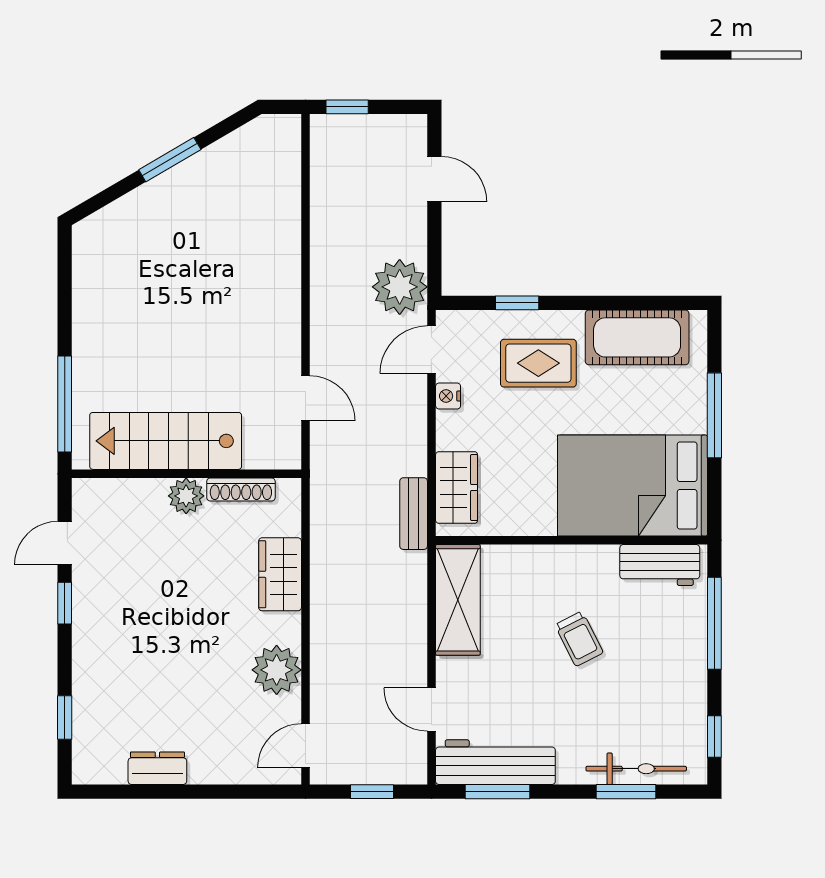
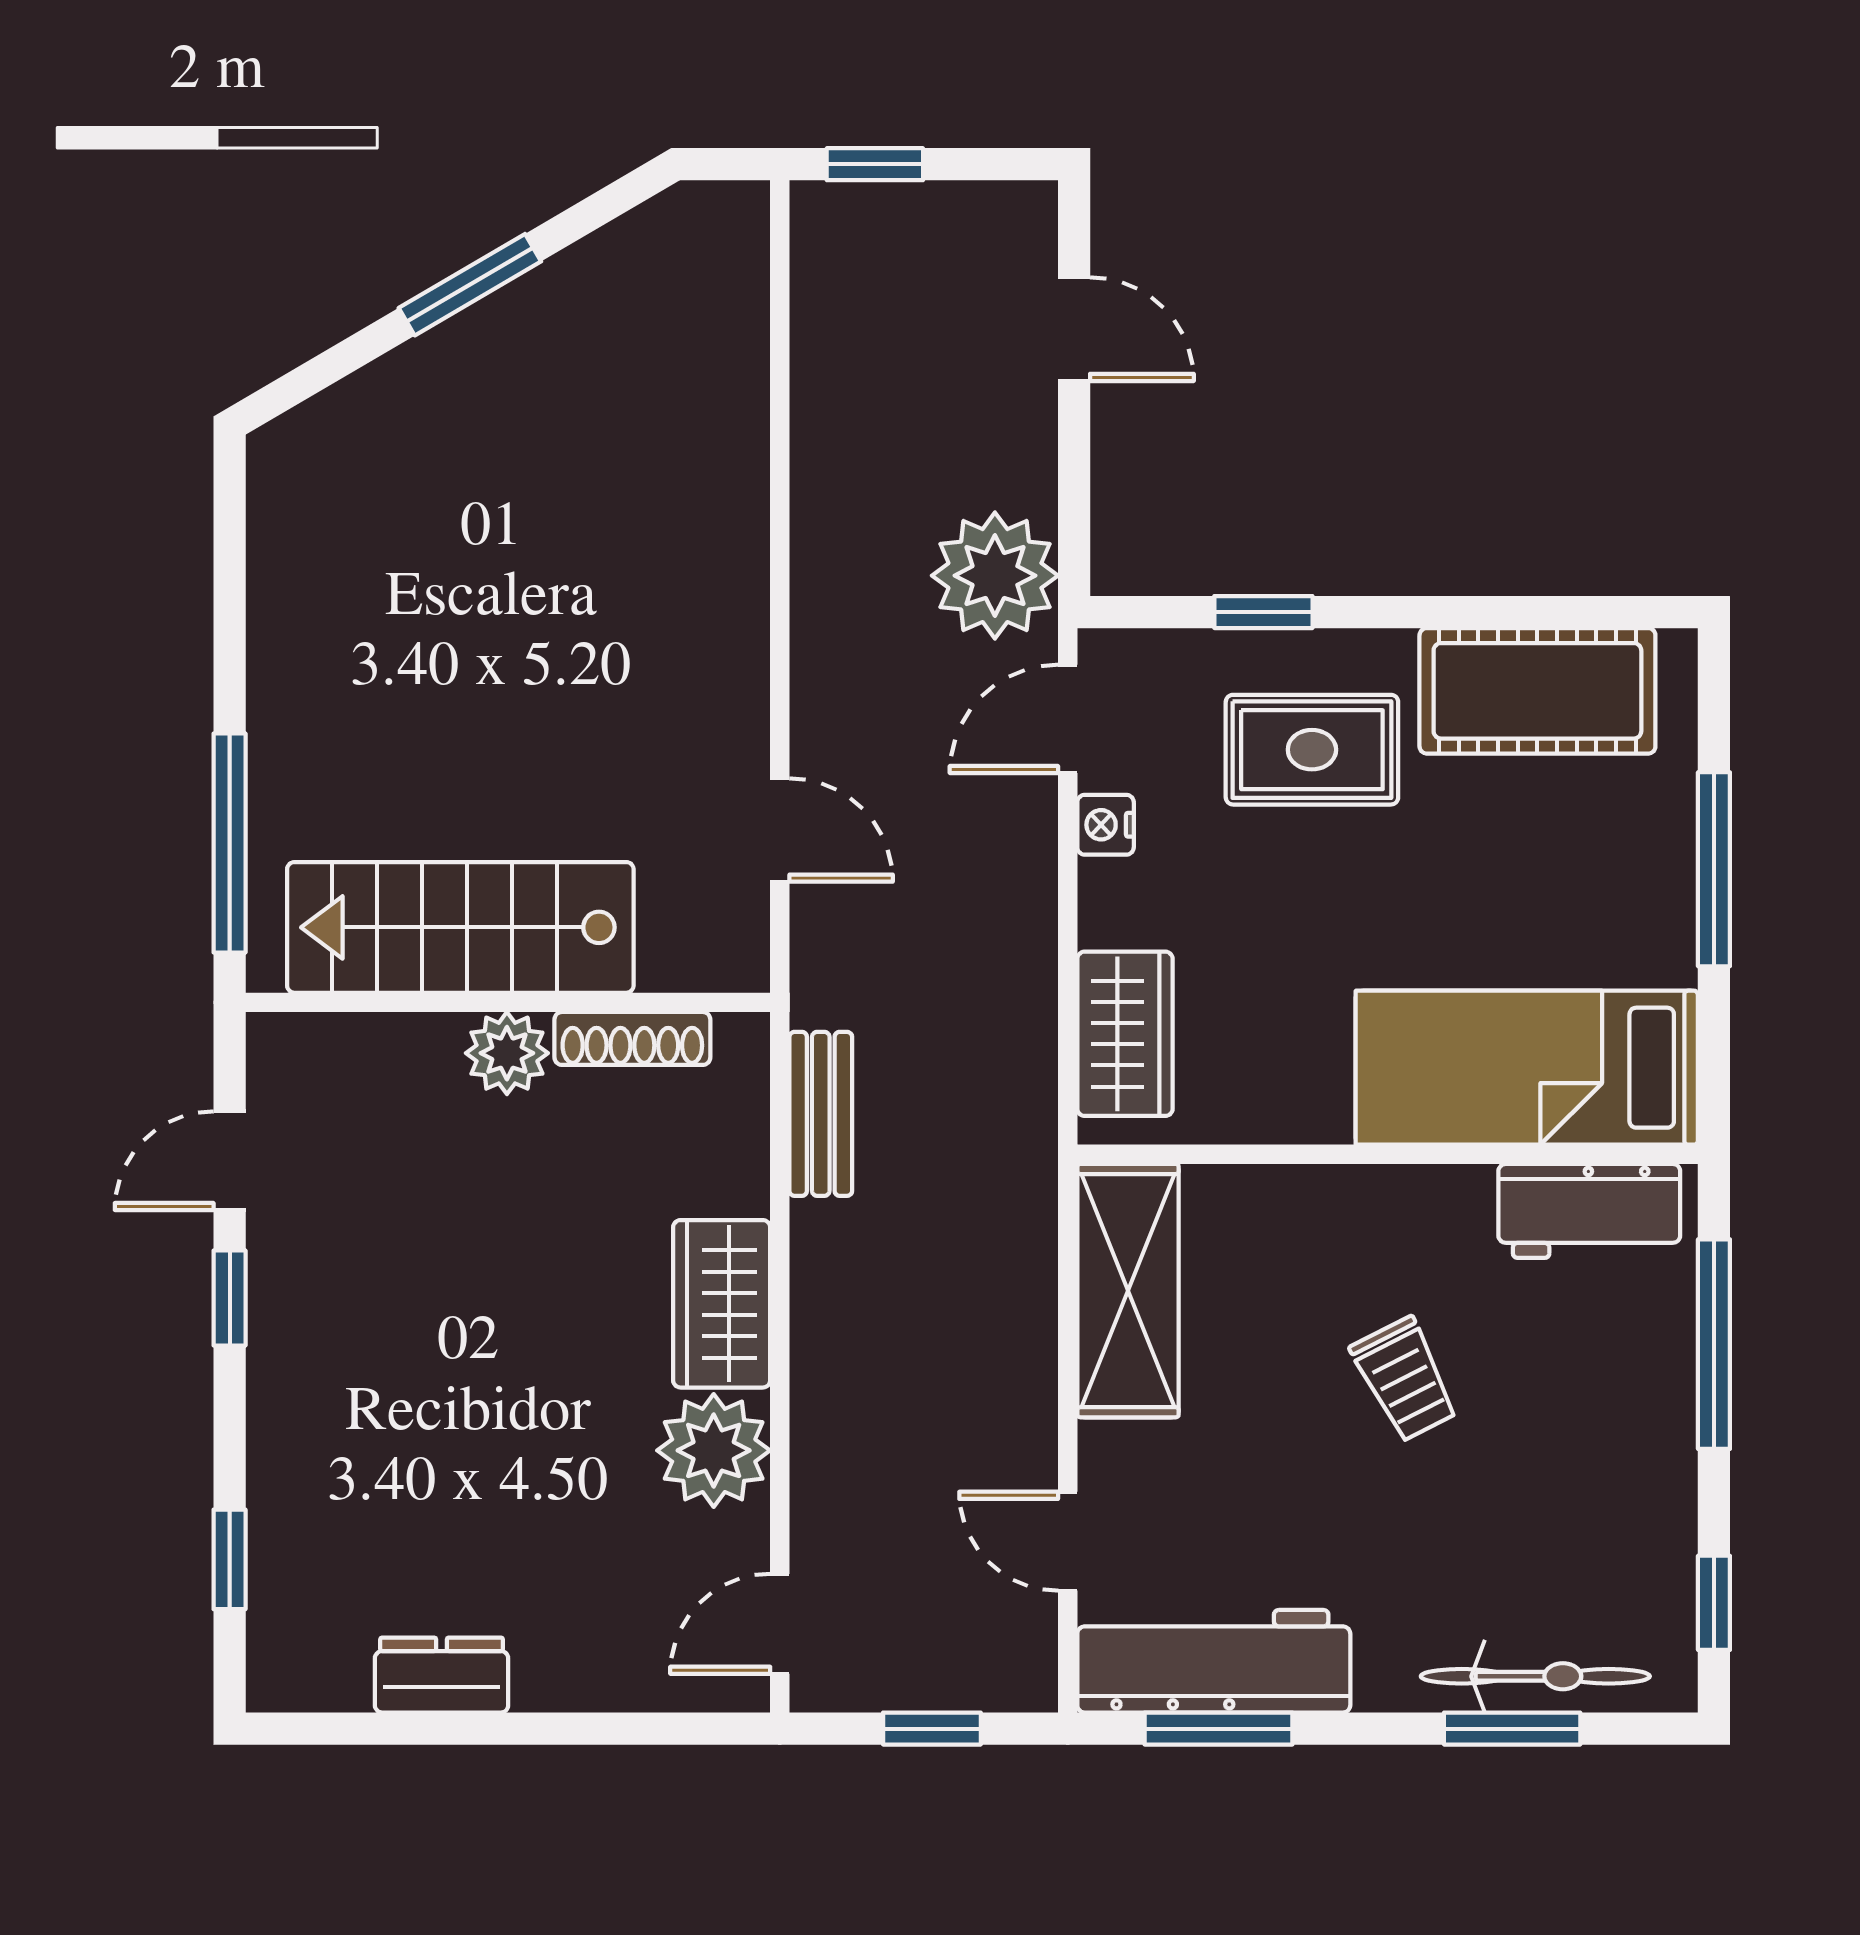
bed: (632, 485) -> (1527, 1068), width x0.67
bench: (414, 514) -> (821, 1114), moved
wardrobe: (280, 574) -> (722, 1304), moved

